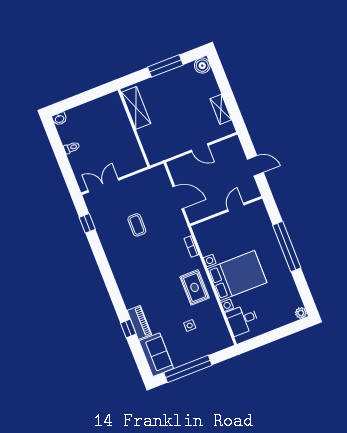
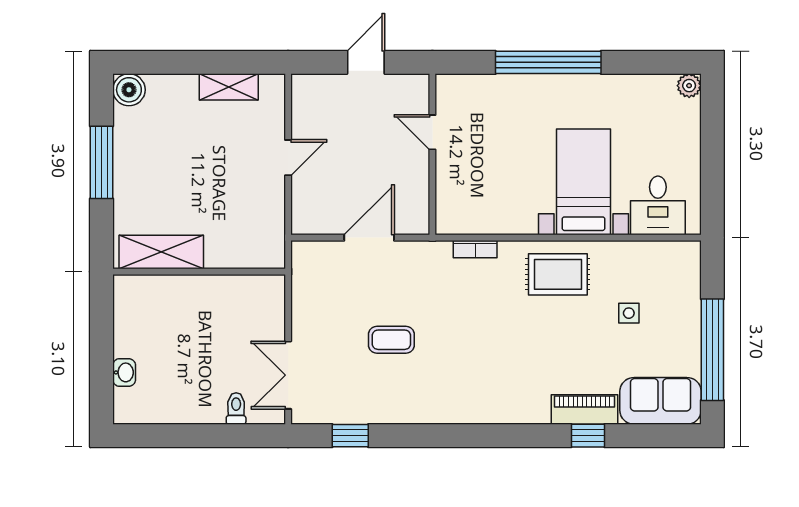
washbasin: (59, 119) -> (124, 372), moved
toilet: (72, 148) -> (236, 409), moved
bed with nightstands: (237, 276) -> (584, 182), width x0.73

